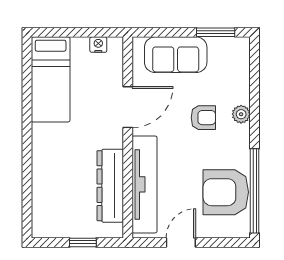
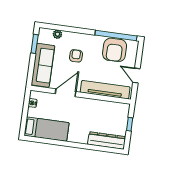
sofa: (176, 55) -> (43, 65), width x1.36
door: (128, 107) -> (66, 93), hinge flipped
plant: (241, 114) -> (57, 34), moved
dresser: (110, 186) -> (107, 141), moved, turned 180

